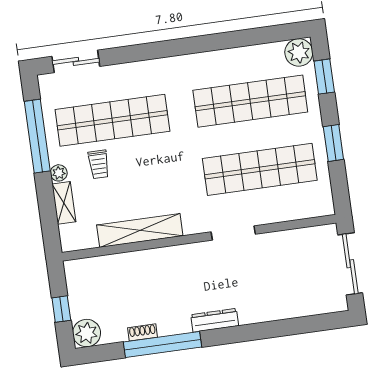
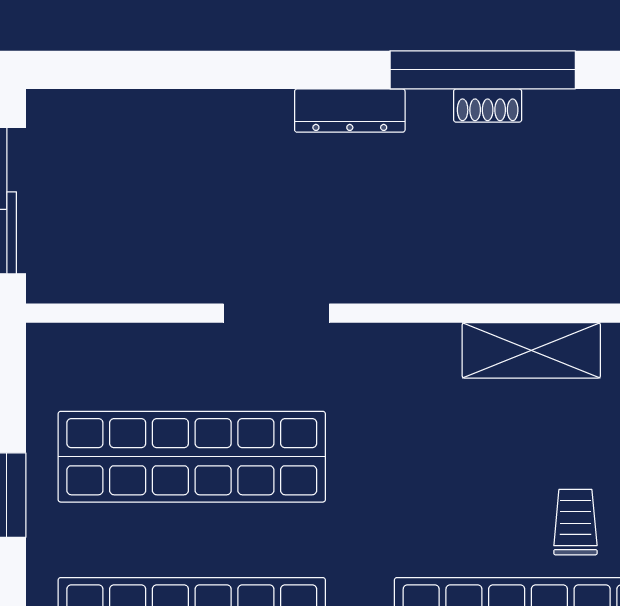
shelving: (140, 230) -> (531, 350), width x0.68
shoe rack: (143, 332) -> (488, 106), moved

